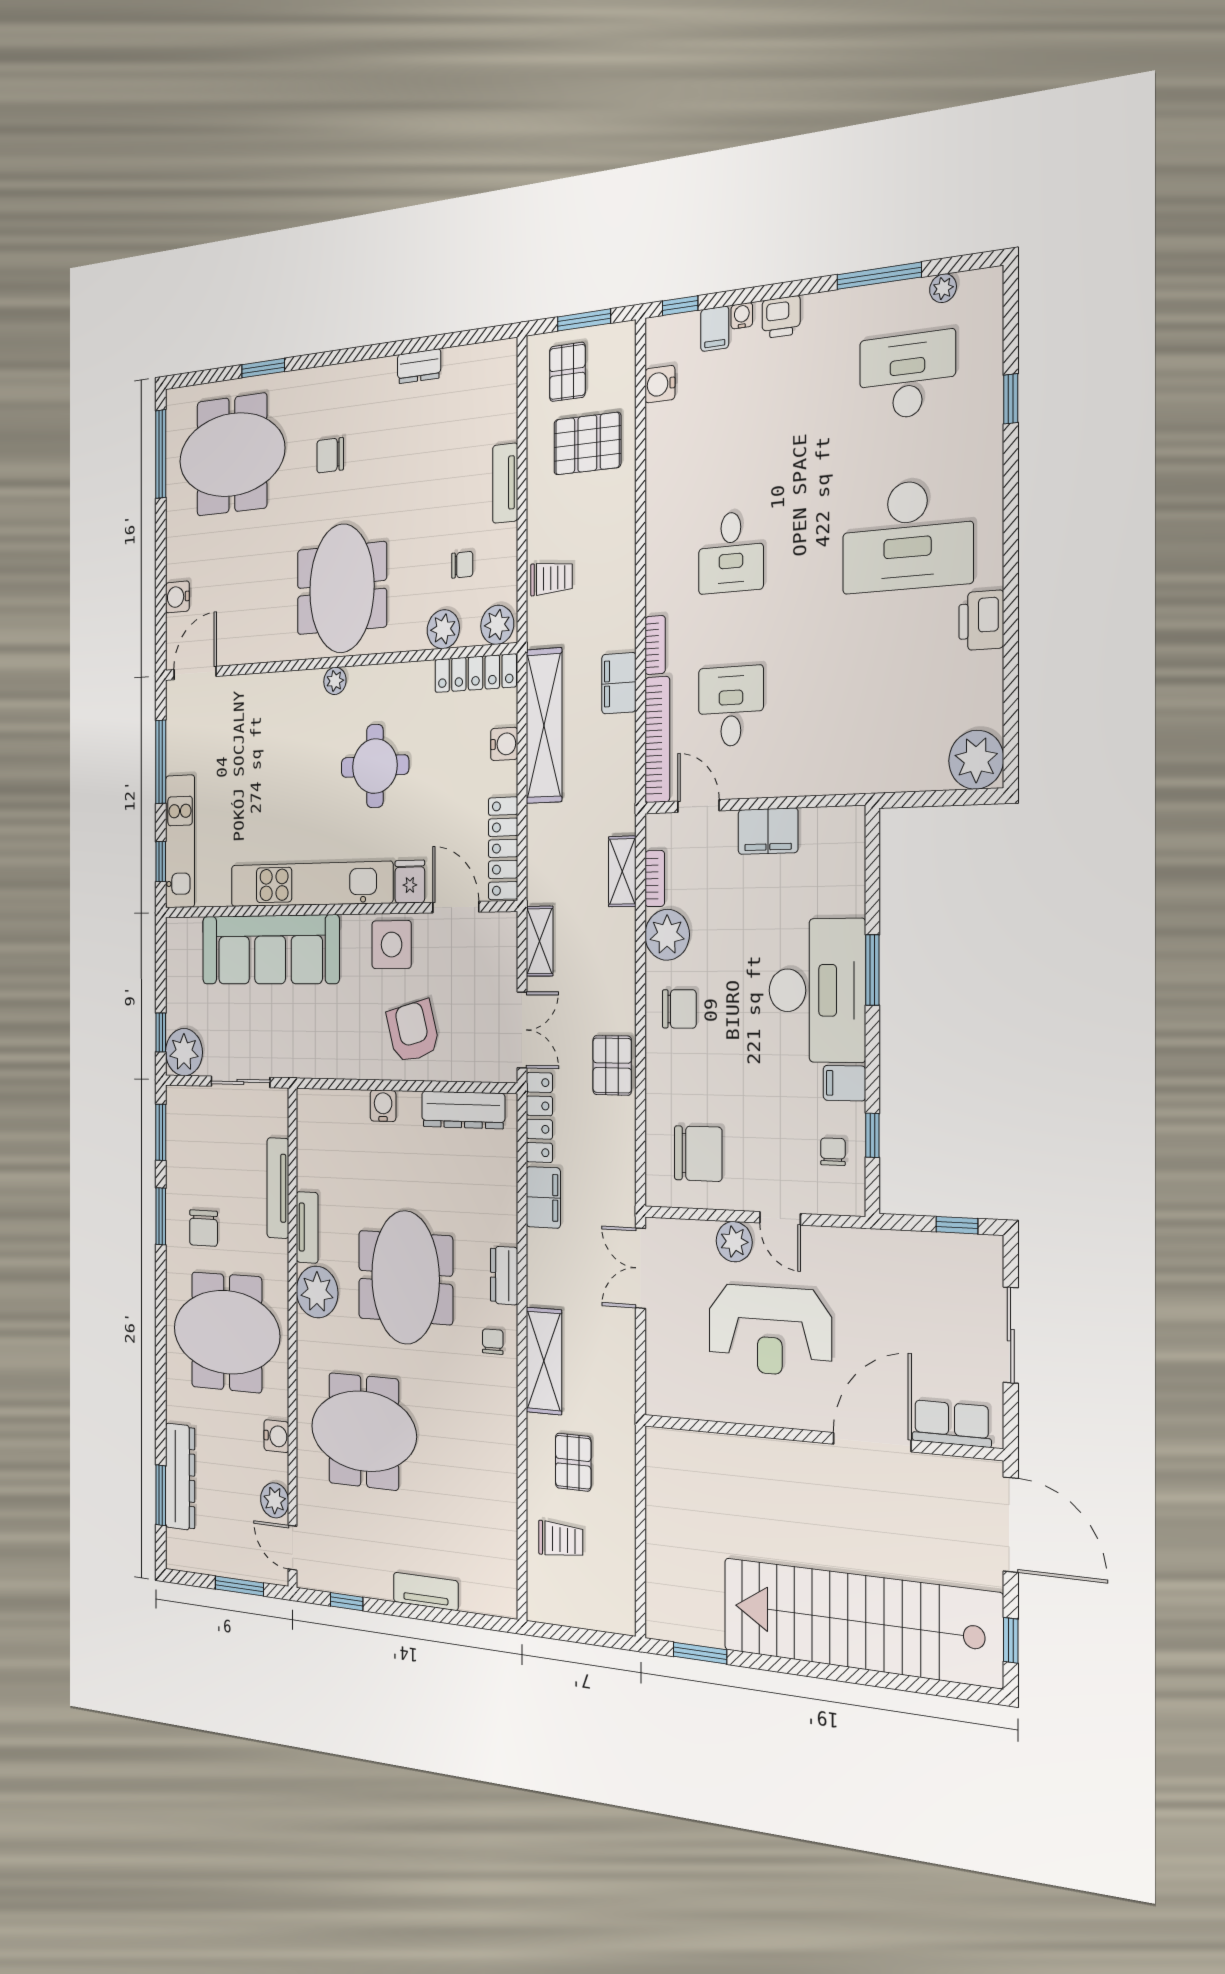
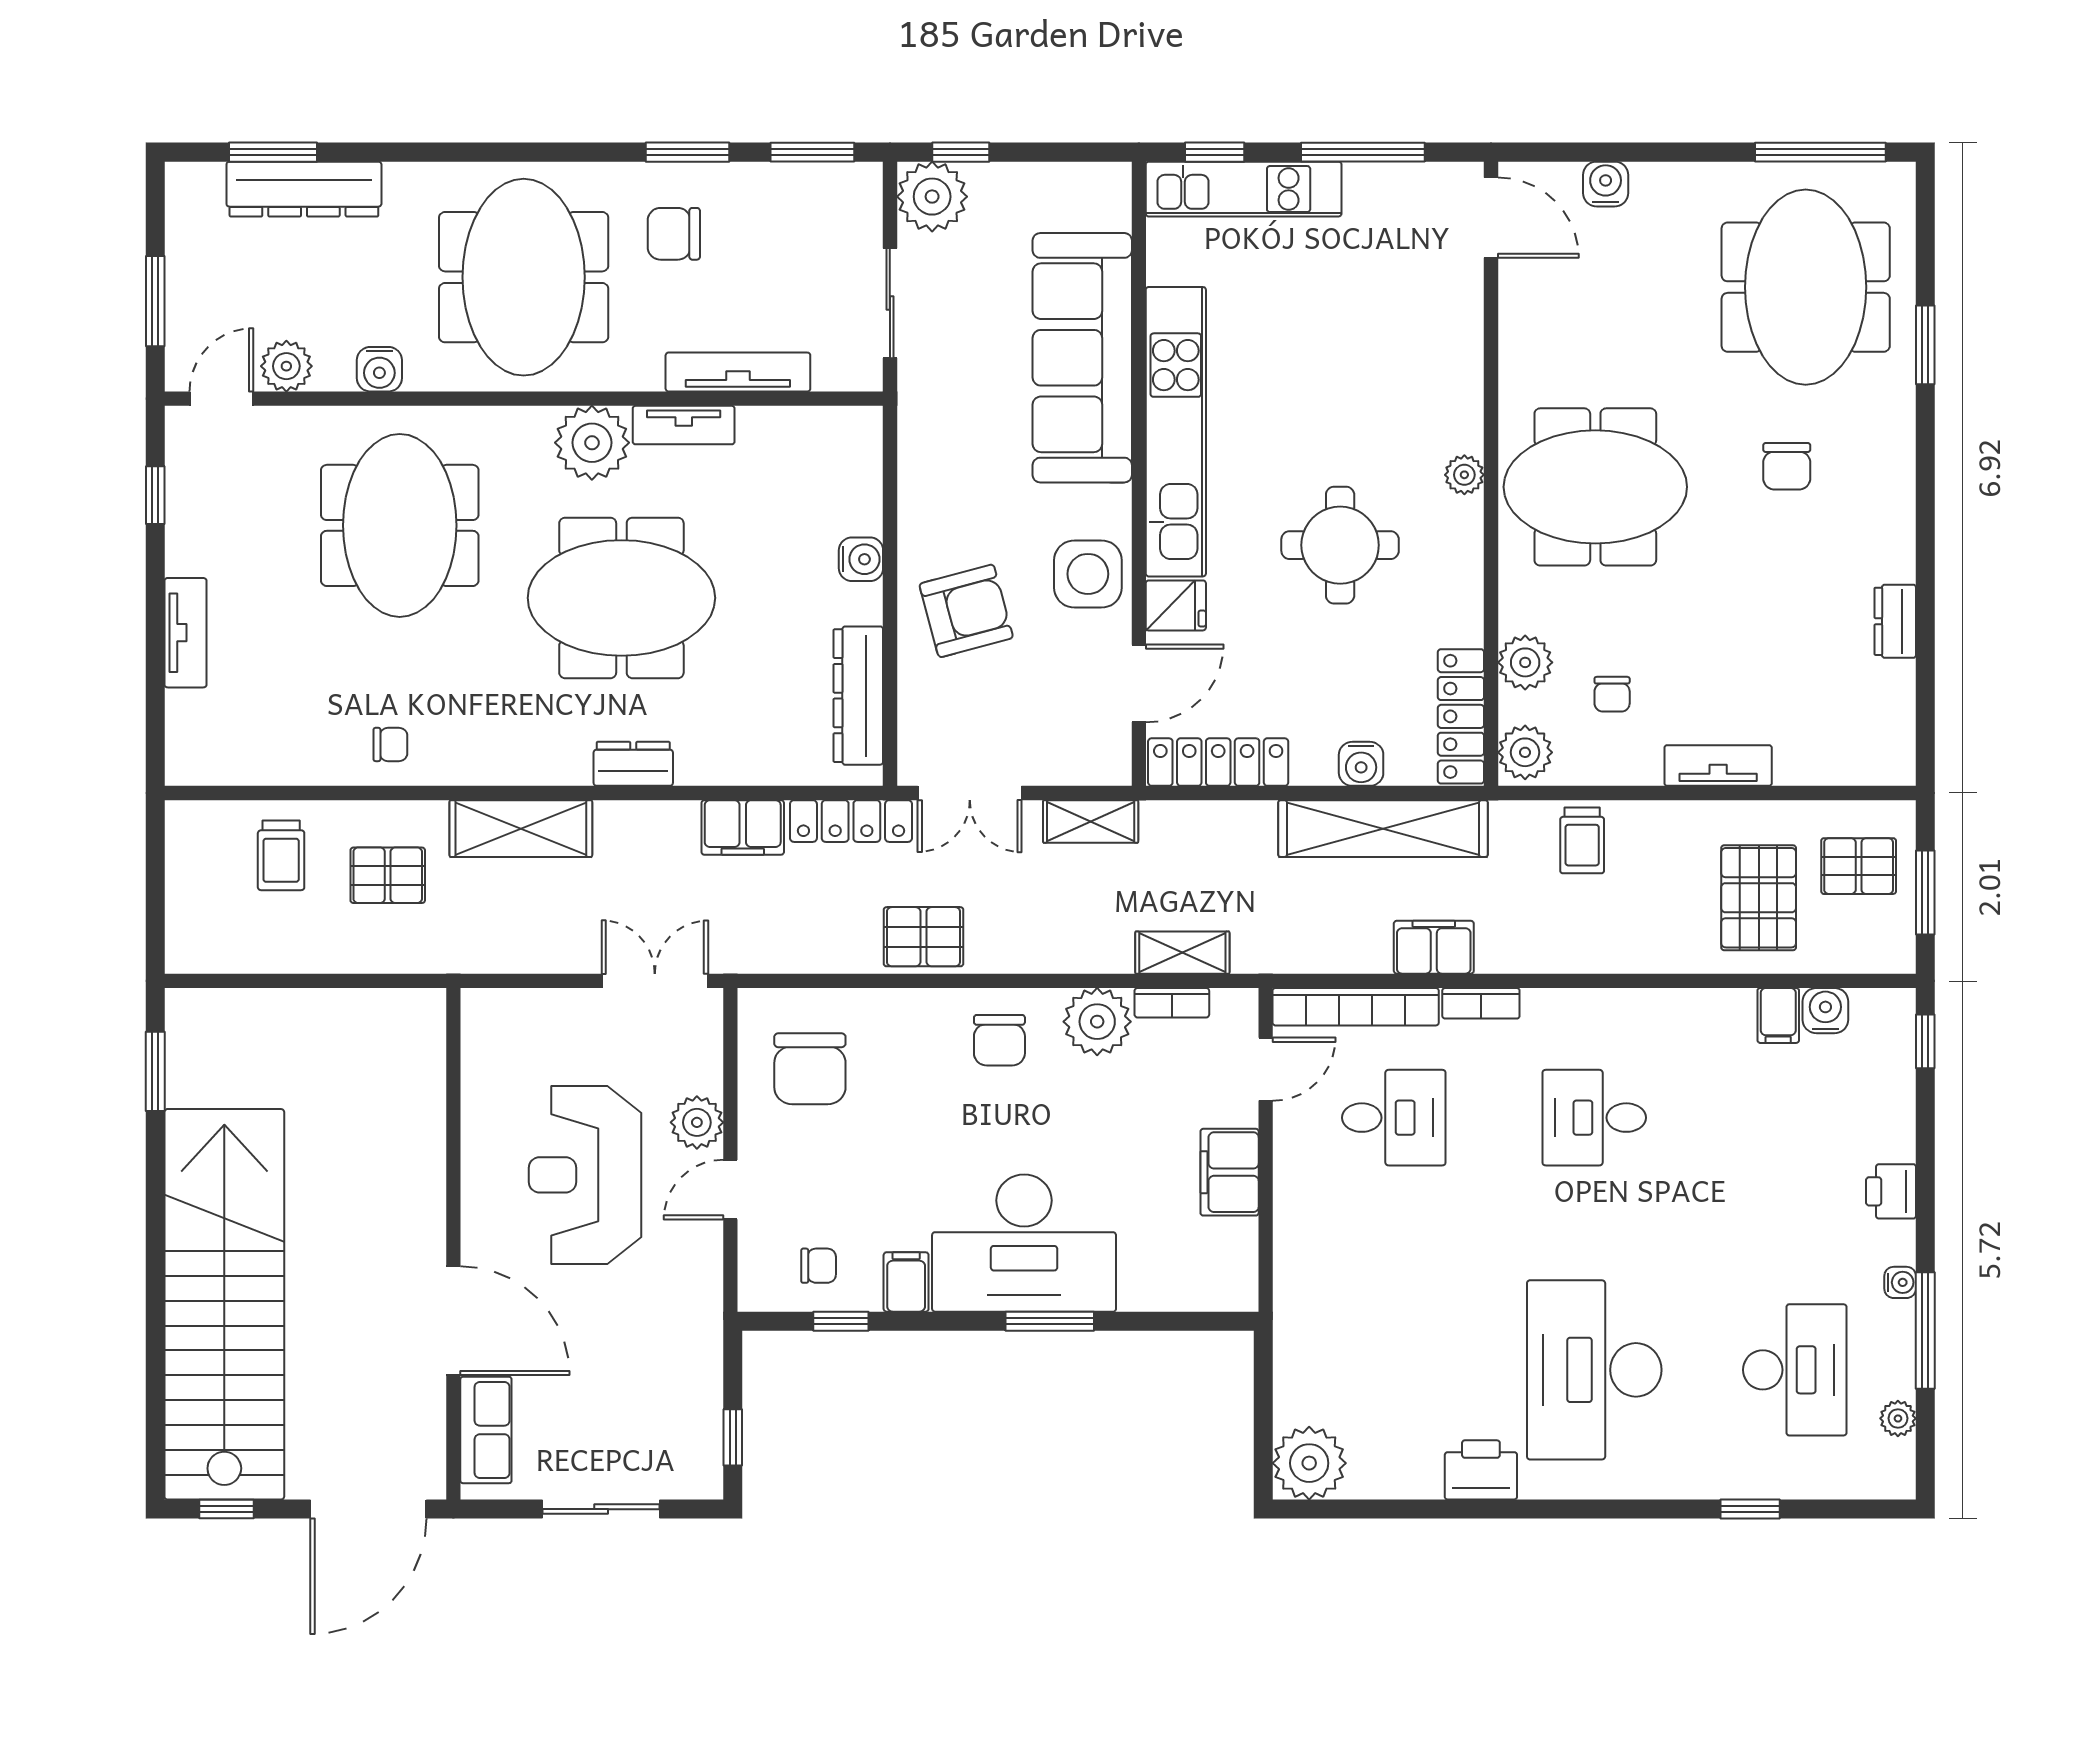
water cooler: (742, 316) -> (1900, 1282), moved
filing cabinet: (715, 329) -> (1778, 1015), moved, turned -90
chair: (330, 455) -> (1787, 466), turned 180
chair: (493, 1342) -> (390, 744), moved

